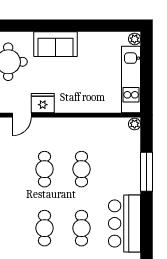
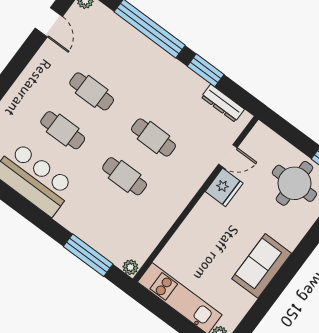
sofa: (56, 44) -> (262, 266), moved
door: (22, 115) -> (228, 156), swing flipped
window: (147, 172) -> (88, 255), moved

